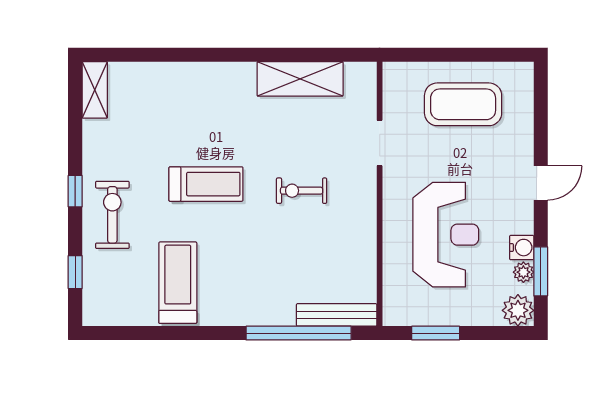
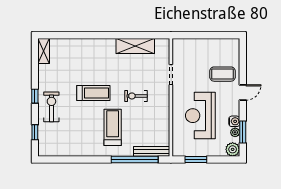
coffee table: (463, 104) -> (223, 74), moved, width x0.73, depth x0.76
reception desk: (446, 235) -> (200, 116), turned 180
treadmill: (178, 283) -> (113, 127), moved

